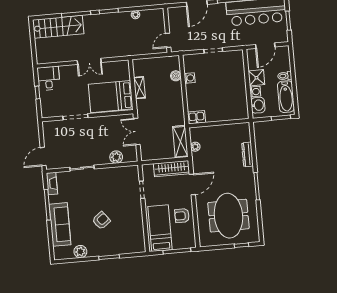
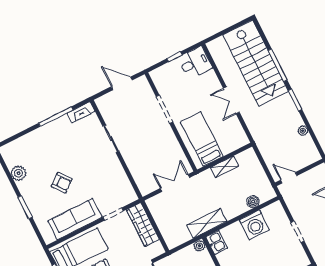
stairs: (58, 27) -> (256, 63), width x1.36, depth x1.51
washing machine: (190, 78) -> (254, 225), width x1.89, depth x1.89
bed: (111, 97) -> (202, 139), width x0.67
shelving: (180, 142) -> (207, 223), moved
plant: (195, 147) -> (200, 246), moved
door: (43, 157) -> (122, 83), moved
plant: (116, 157) -> (138, 171), removed
wardrobe: (172, 169) -> (143, 225), moved
sofa: (60, 224) -> (75, 219), moved, turned 180

